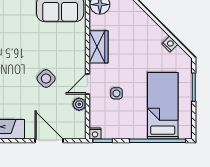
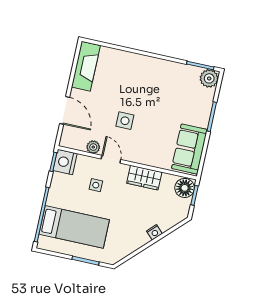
nightstand: (170, 44) -> (154, 232), moved
side table: (46, 79) -> (125, 121), turned 45
nightstand: (95, 134) -> (65, 162), width x1.89, depth x1.79
door: (49, 141) -> (65, 110), hinge flipped

